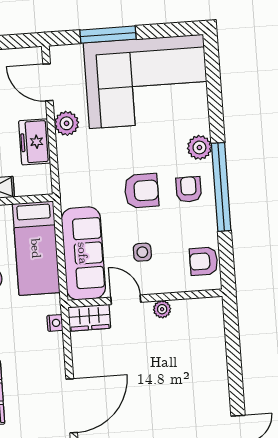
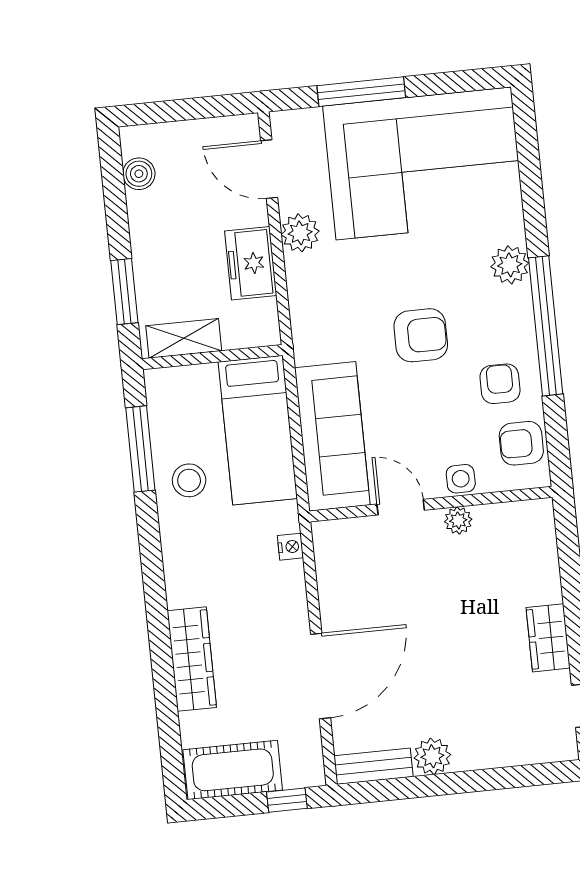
armchair: (189, 189) -> (500, 384), moved
side table: (142, 252) -> (461, 479), moved
wardrobe: (89, 318) -> (548, 638), moved, turned 90

